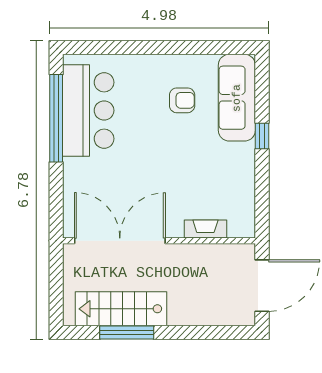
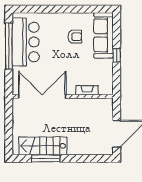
fireplace: (205, 229) -> (87, 90), moved
double door: (120, 241) -> (42, 96), moved
wall: (159, 241) -> (63, 96), moved

